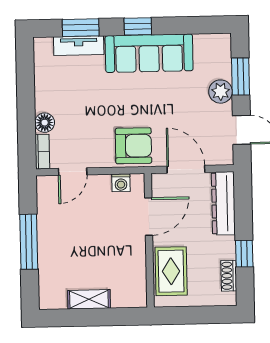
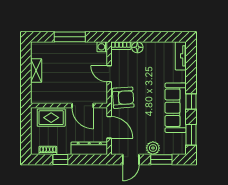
window: (81, 28) -> (191, 135), moved
tv unit: (79, 46) -> (181, 56), moved
armchair: (133, 146) -> (123, 98), turned -94
door: (186, 169) -> (109, 127), hinge flipped
door: (73, 172) -> (109, 74), moved
washing machine: (121, 183) -> (102, 47), moved

